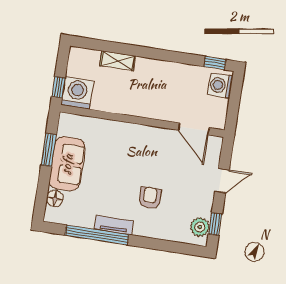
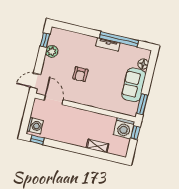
window: (49, 150) -> (142, 104), moved
door: (222, 181) -> (35, 81), moved
armchair: (150, 198) -> (80, 74), moved
plant: (200, 227) -> (52, 51), moved

